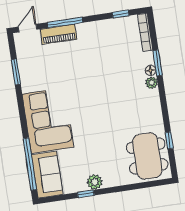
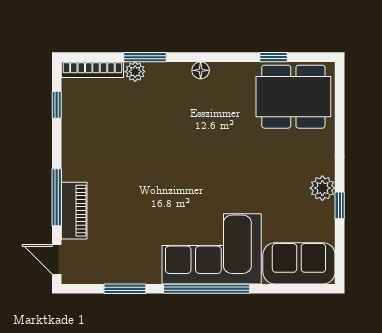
floor lamp: (151, 70) -> (201, 70), moved
plant: (152, 83) -> (135, 72), moved
window: (30, 164) -> (207, 289), moved

